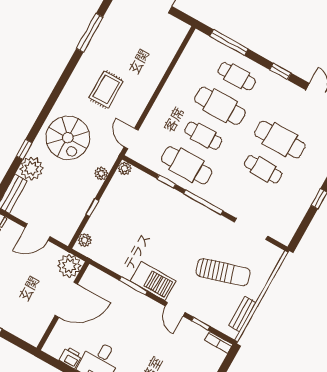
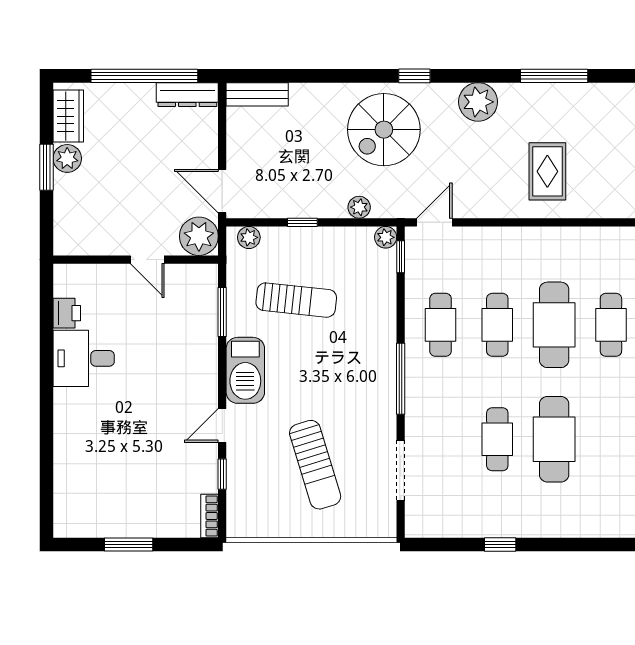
rug: (106, 89) -> (547, 171), moved, turned 90
window: (24, 149) -> (414, 76), moved
cafe table: (187, 165) -> (441, 325), width x0.73, depth x0.74
plant: (31, 168) -> (478, 102), moved
window: (166, 181) -> (401, 257), moved
door: (38, 232) -> (222, 191), moved
sun lounger: (131, 234) -> (296, 300), added
window: (133, 286) -> (222, 312), moved
door: (66, 300) -> (147, 260), width x0.53
bench: (242, 314) -> (270, 527), removed

